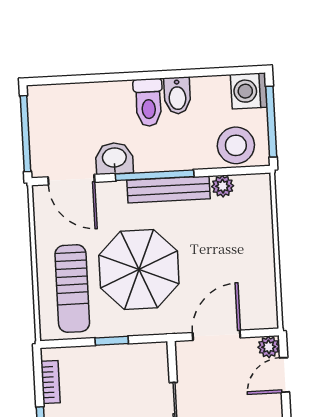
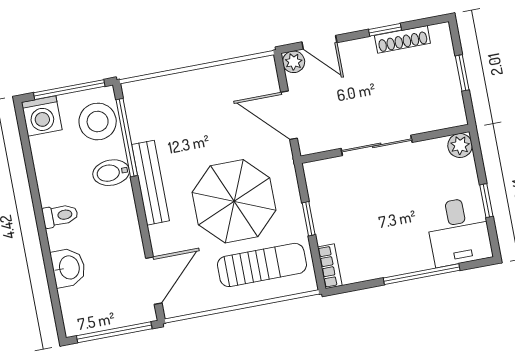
bidet: (177, 96) -> (111, 173), moved, turned 180
toilet: (148, 102) -> (60, 216), width x0.73, depth x0.72
washbasin: (114, 158) -> (68, 268), moved, turned 180
window: (155, 175) -> (127, 138), moved
plant: (223, 186) -> (140, 129), removed
bookcase: (50, 382) -> (330, 266), moved, turned 90

